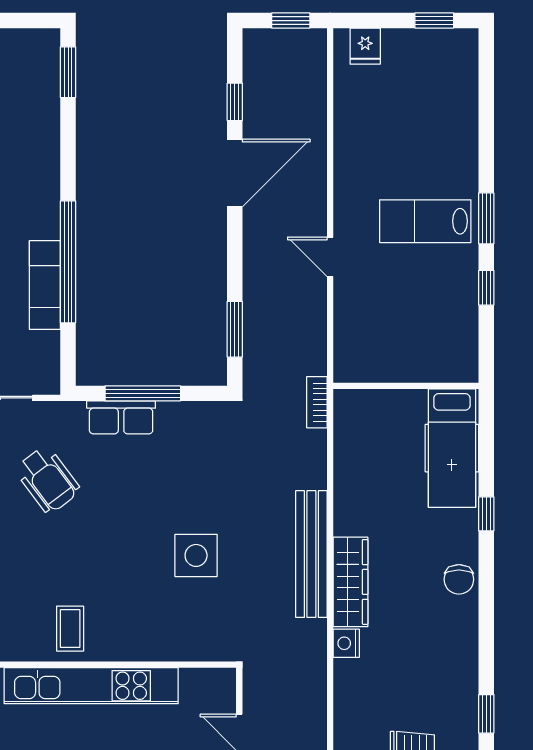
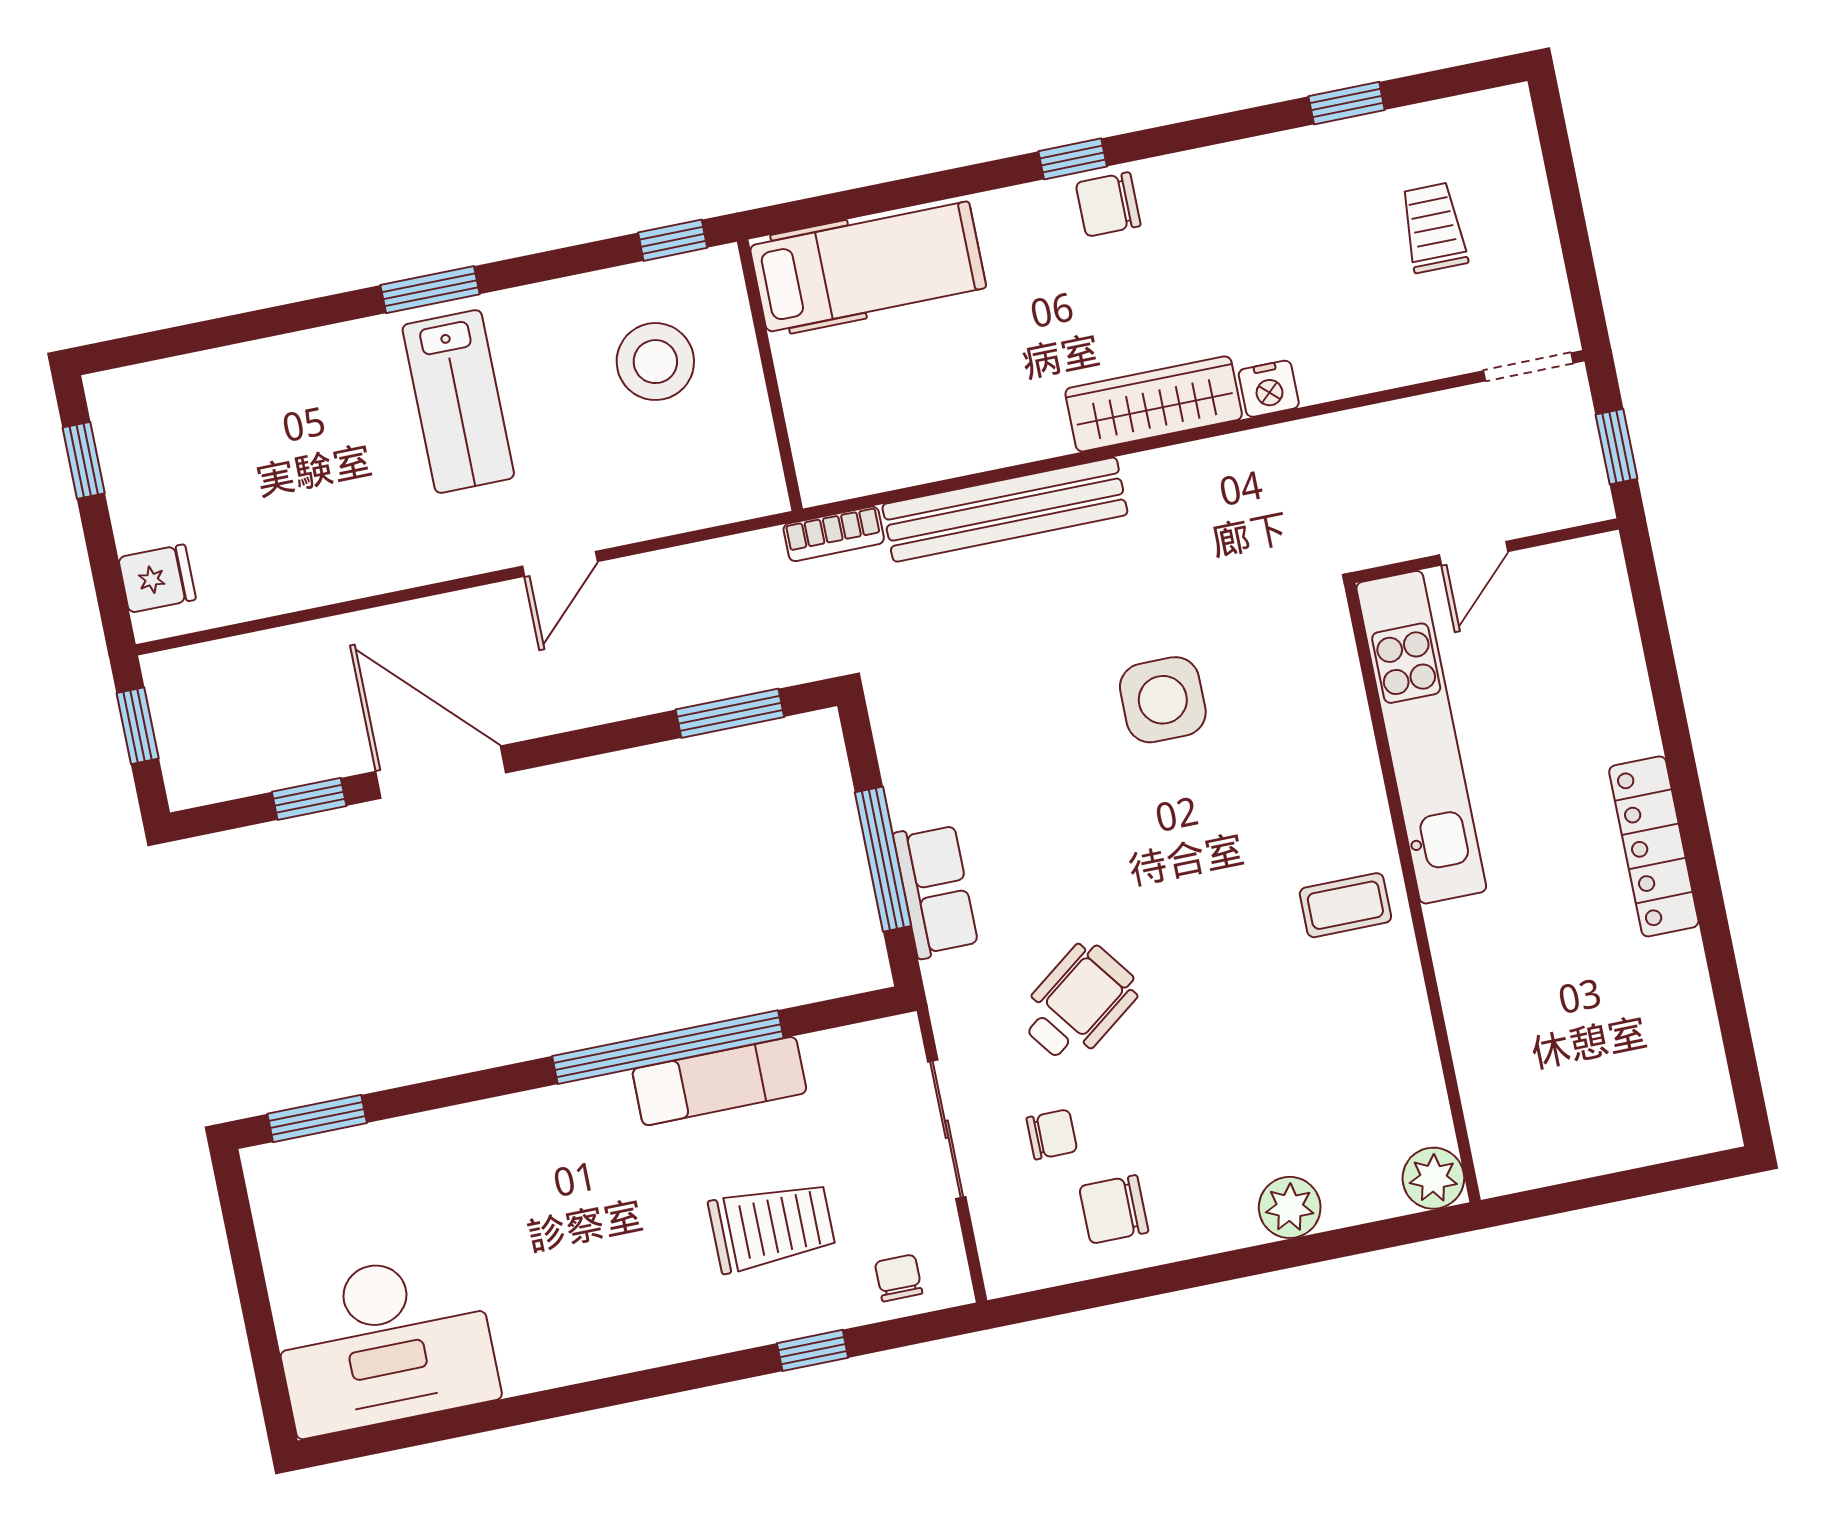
window: (486, 288) -> (673, 240), moved
stool: (425, 328) -> (655, 362), added
window: (486, 514) -> (1073, 159), moved
bench: (311, 554) -> (1005, 510), moved
chair: (459, 579) -> (1108, 204), turned 180
kitchen unit: (91, 686) -> (1421, 737), moved

